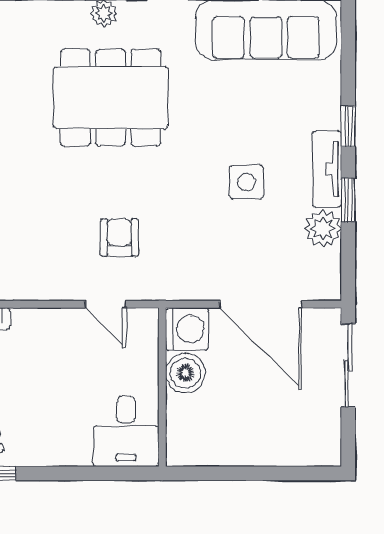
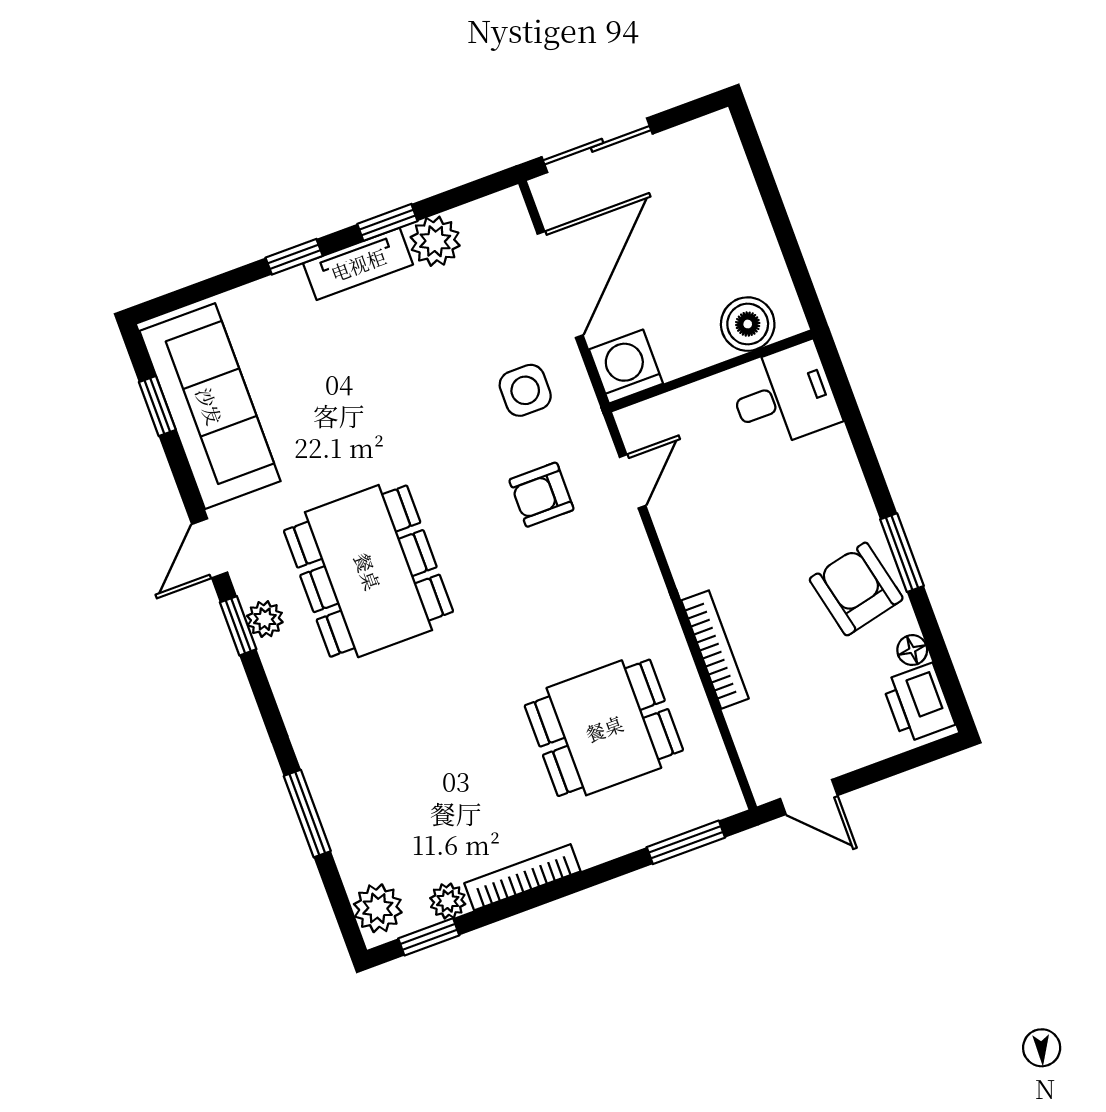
side table: (246, 182) -> (525, 390), moved
boiler: (185, 373) -> (748, 324), moved

